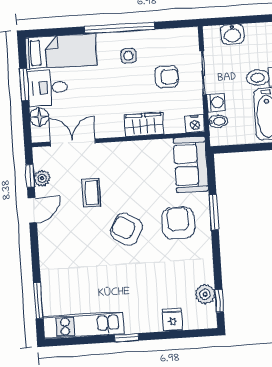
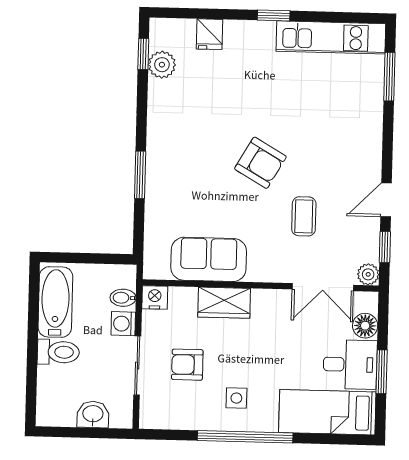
sofa: (191, 165) -> (209, 259), moved, turned -90
plant: (42, 178) -> (368, 274), moved
armchair: (178, 223) -> (190, 165), removed

